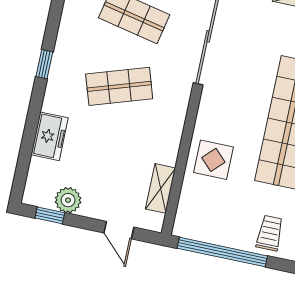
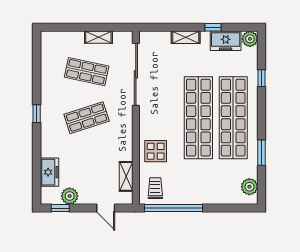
freezer: (50, 136) -> (49, 172), moved
trolley: (270, 233) -> (155, 188), moved

